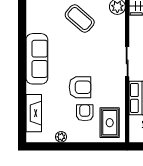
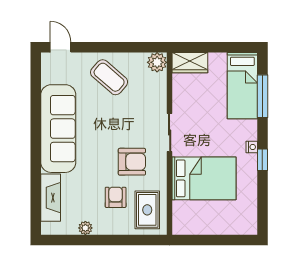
sofa: (37, 59) -> (58, 129), width x1.36, depth x1.27
armchair: (80, 87) -> (132, 162), moved

